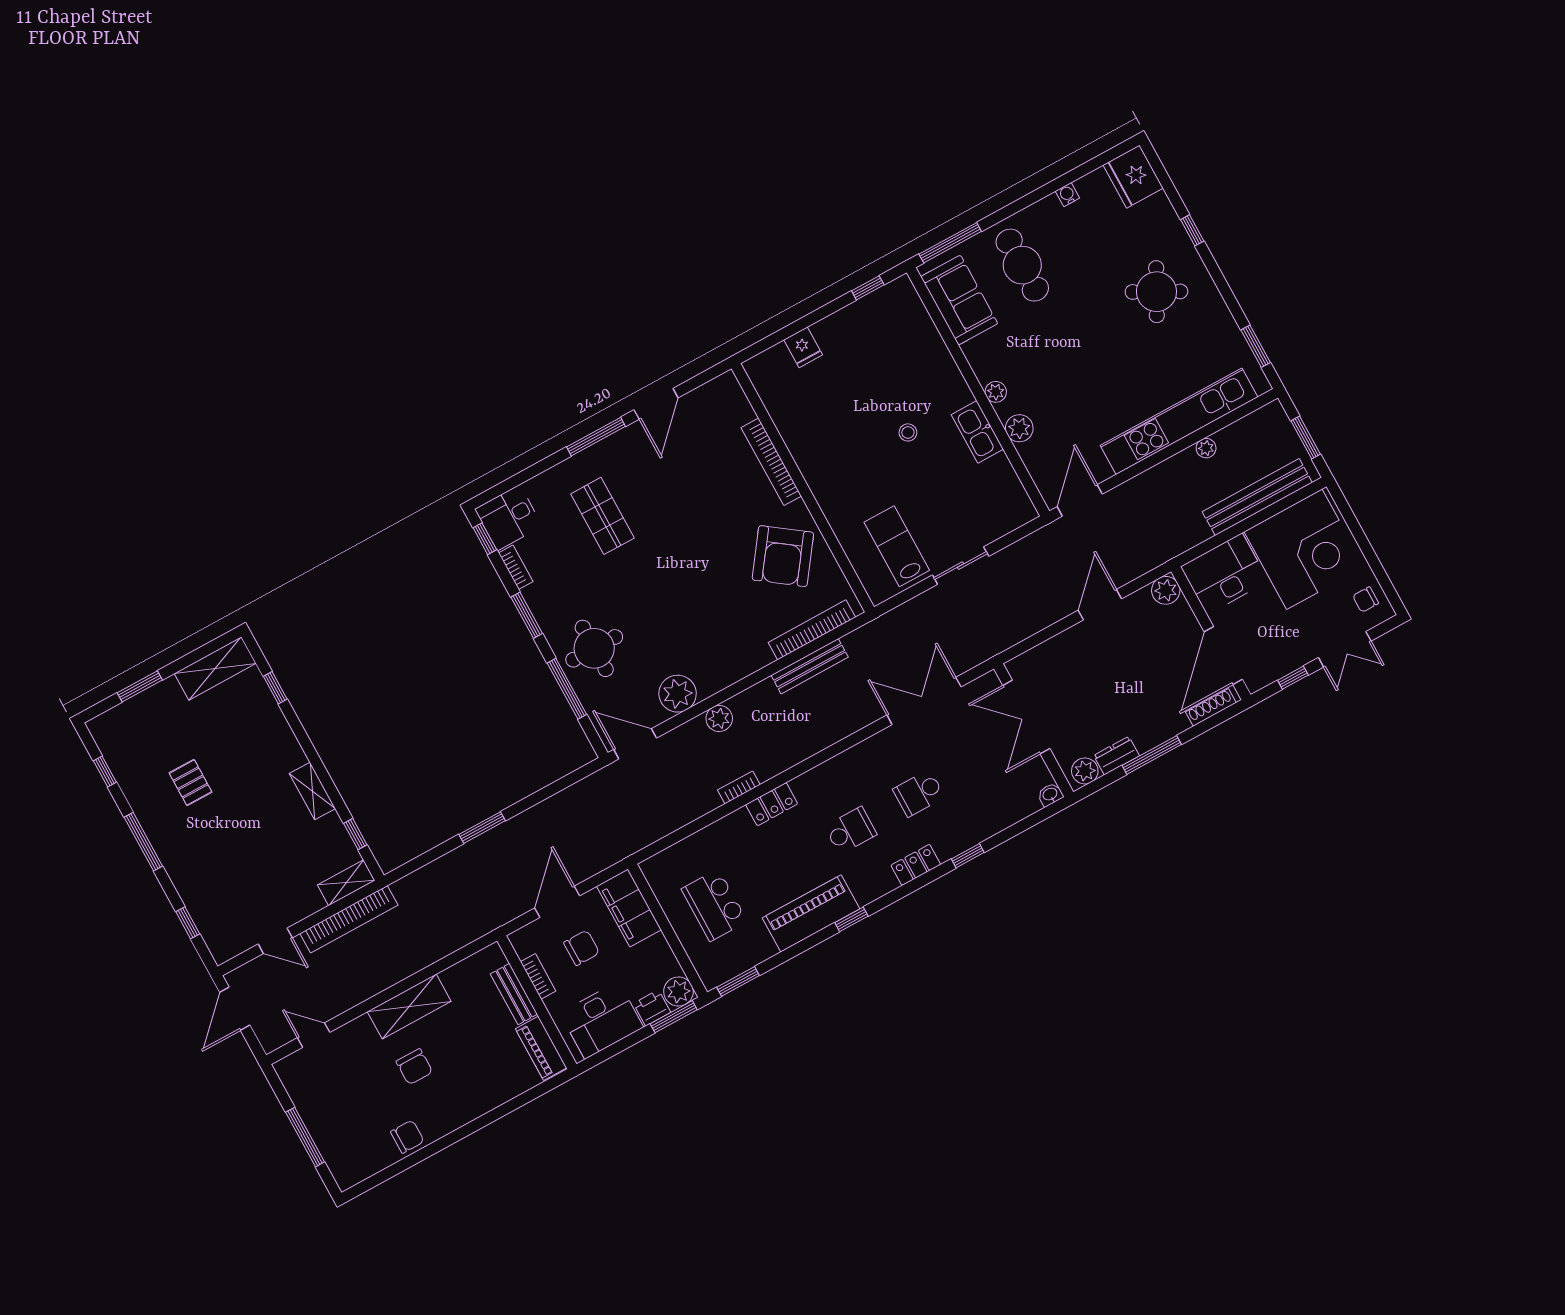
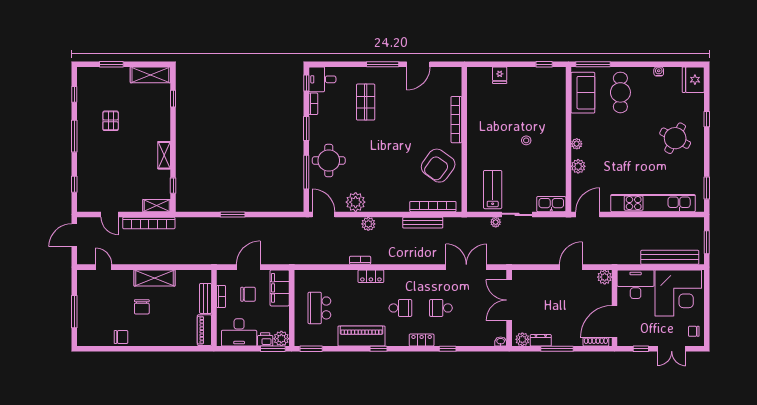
kitchen sink: (977, 432) -> (551, 204), moved, turned 90
plant: (1206, 448) -> (496, 222), moved

